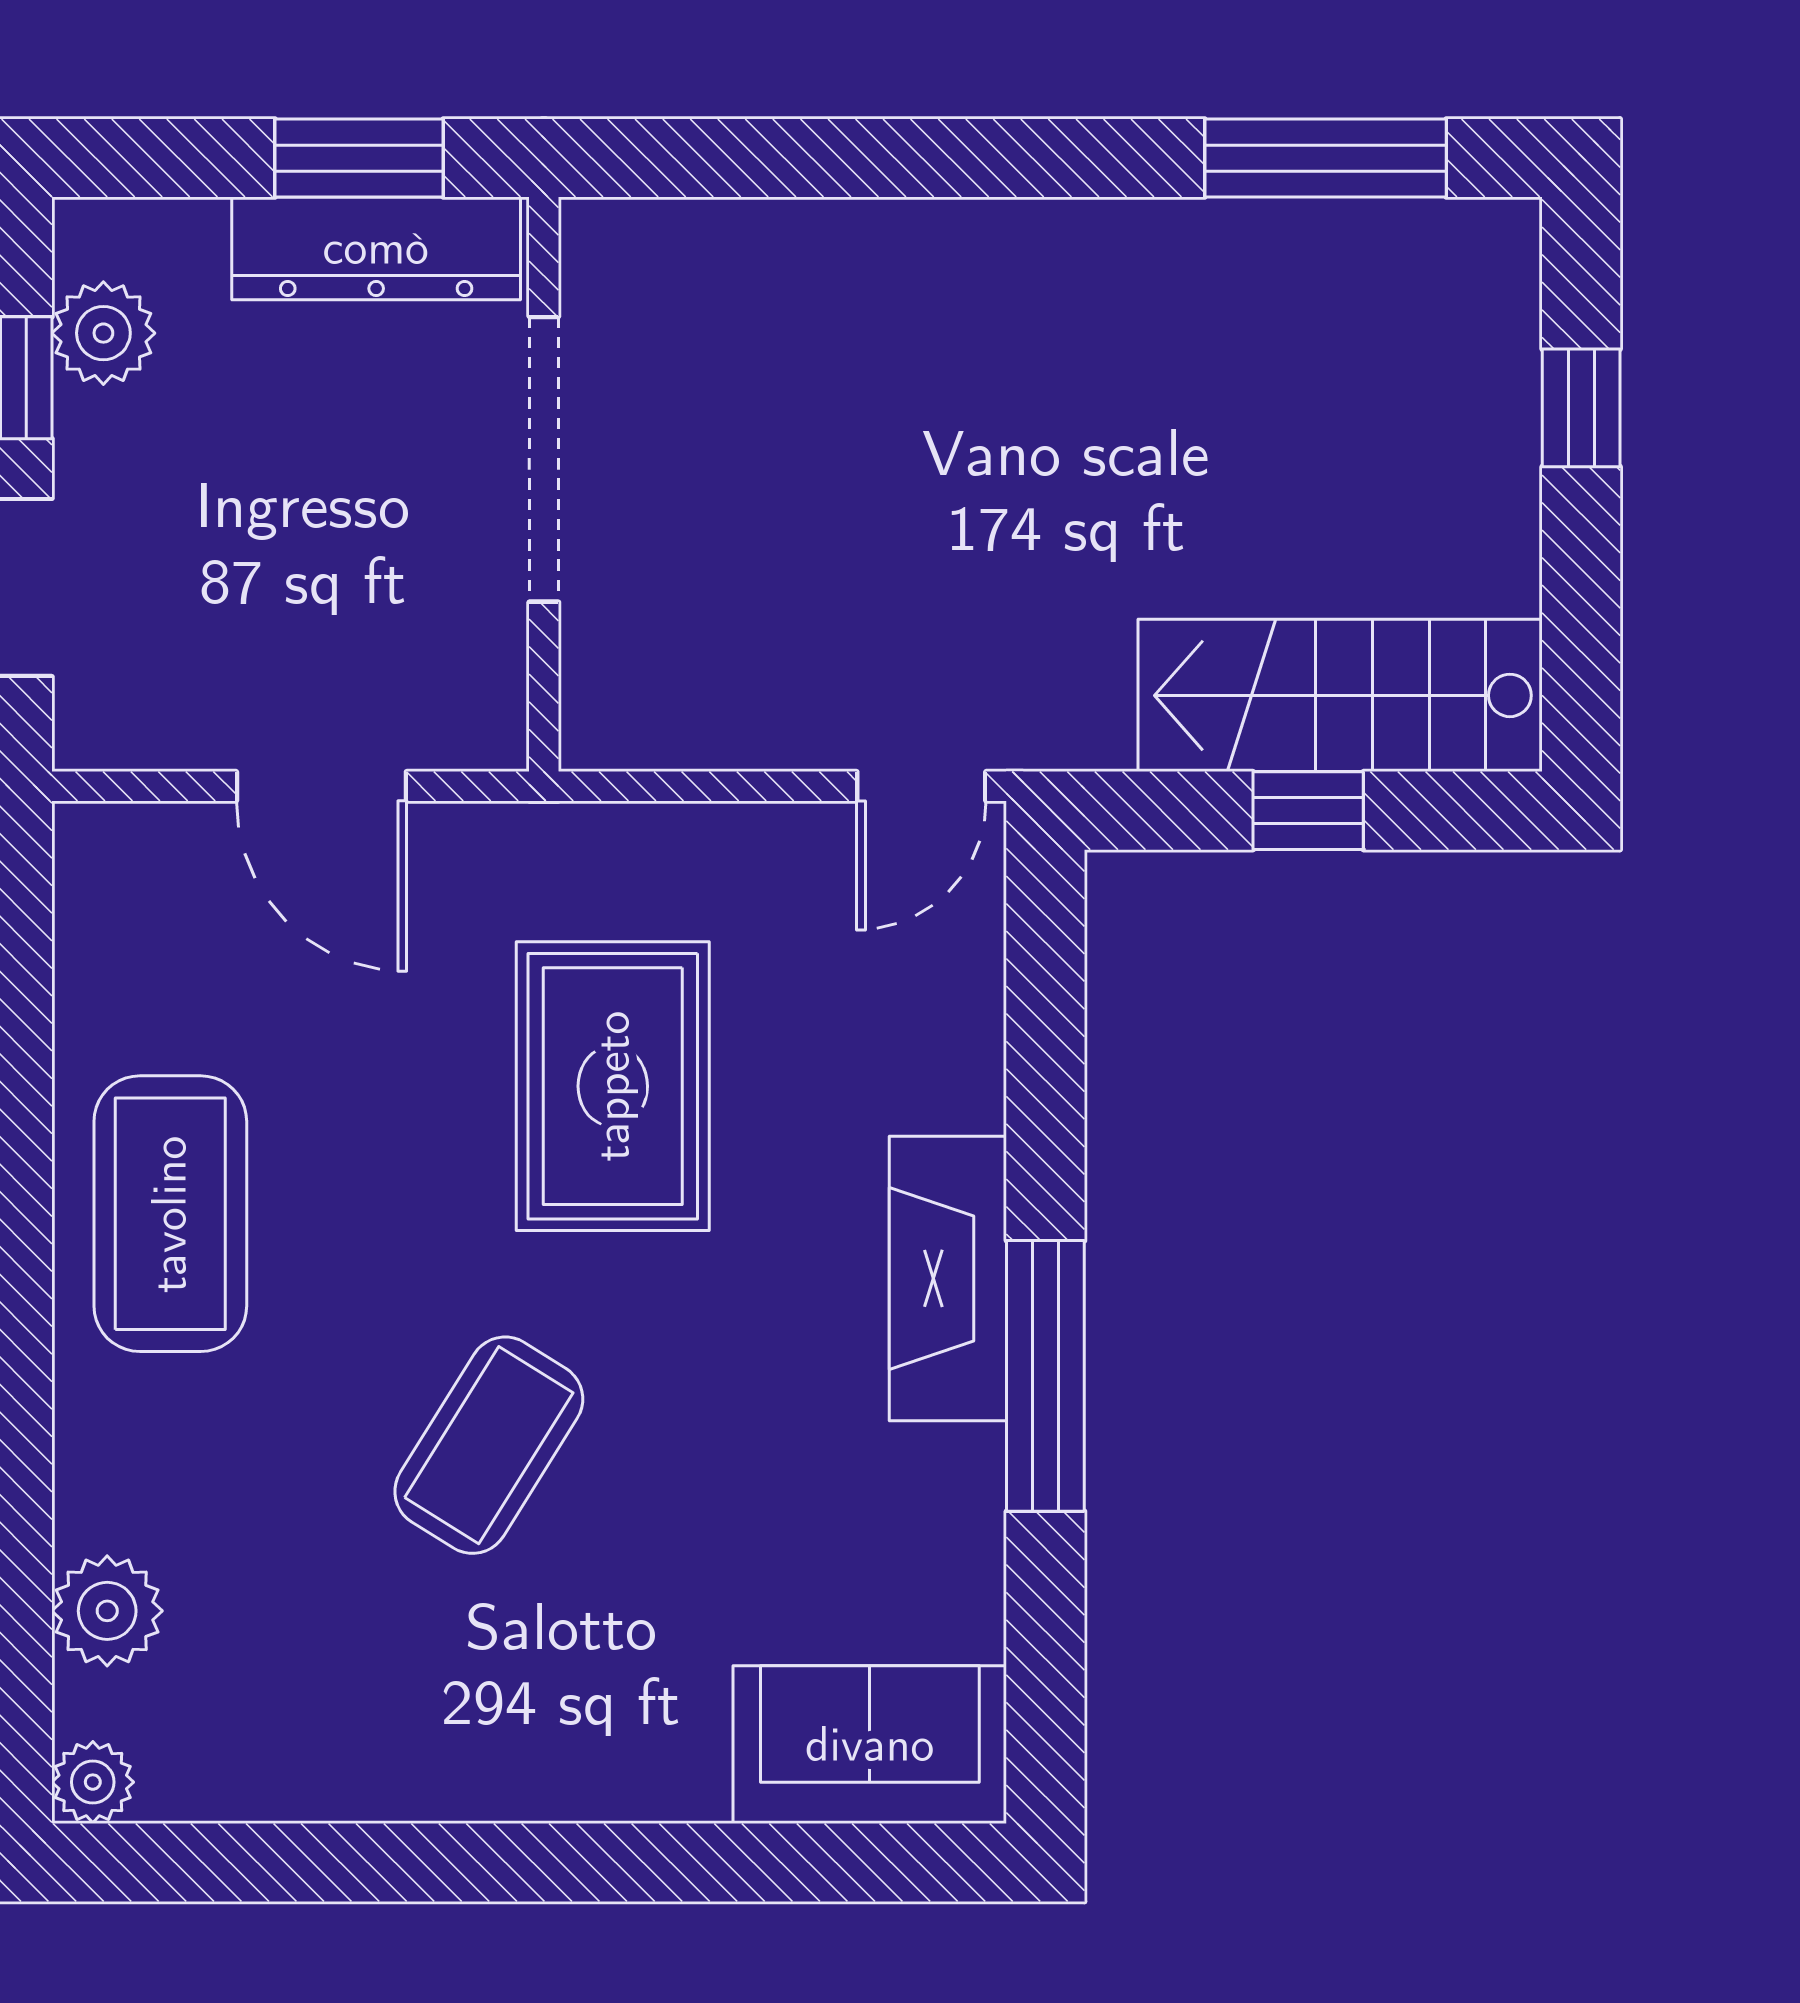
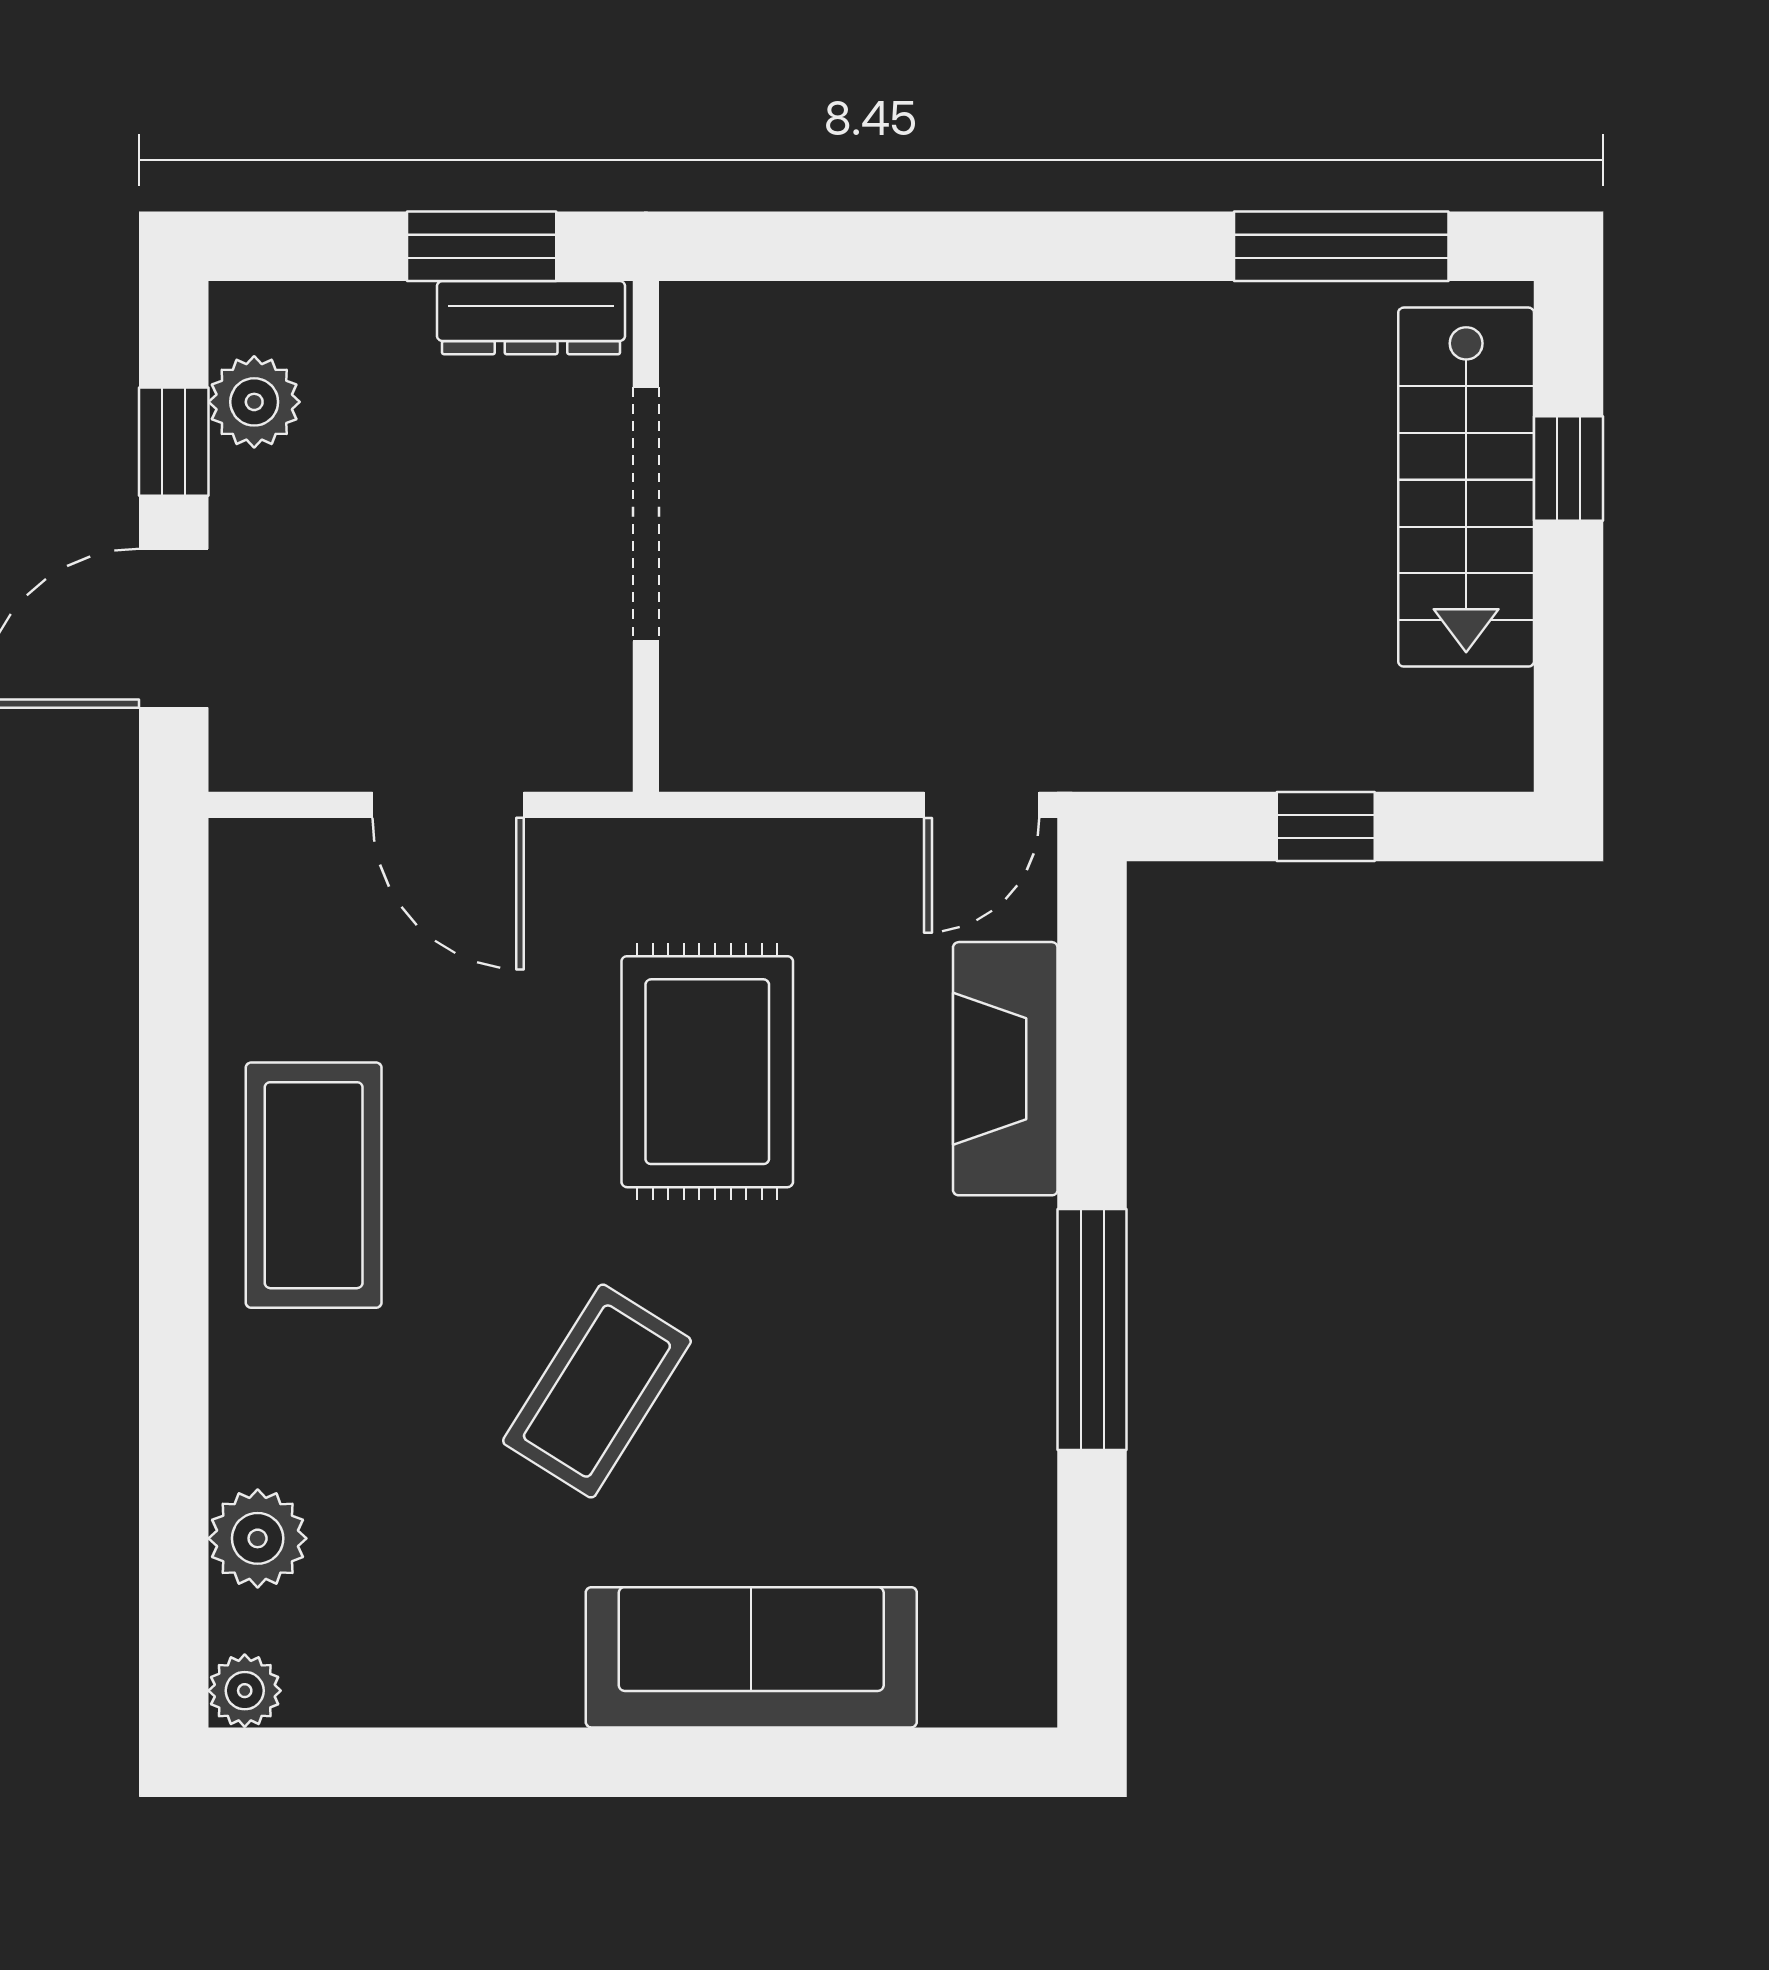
dresser: (376, 248) -> (531, 318), width x0.73, depth x0.80
stairs: (1340, 695) -> (1466, 487), moved, turned -90
fireplace: (948, 1278) -> (1005, 1069), moved
sofa: (870, 1745) -> (751, 1657), moved, width x1.36

